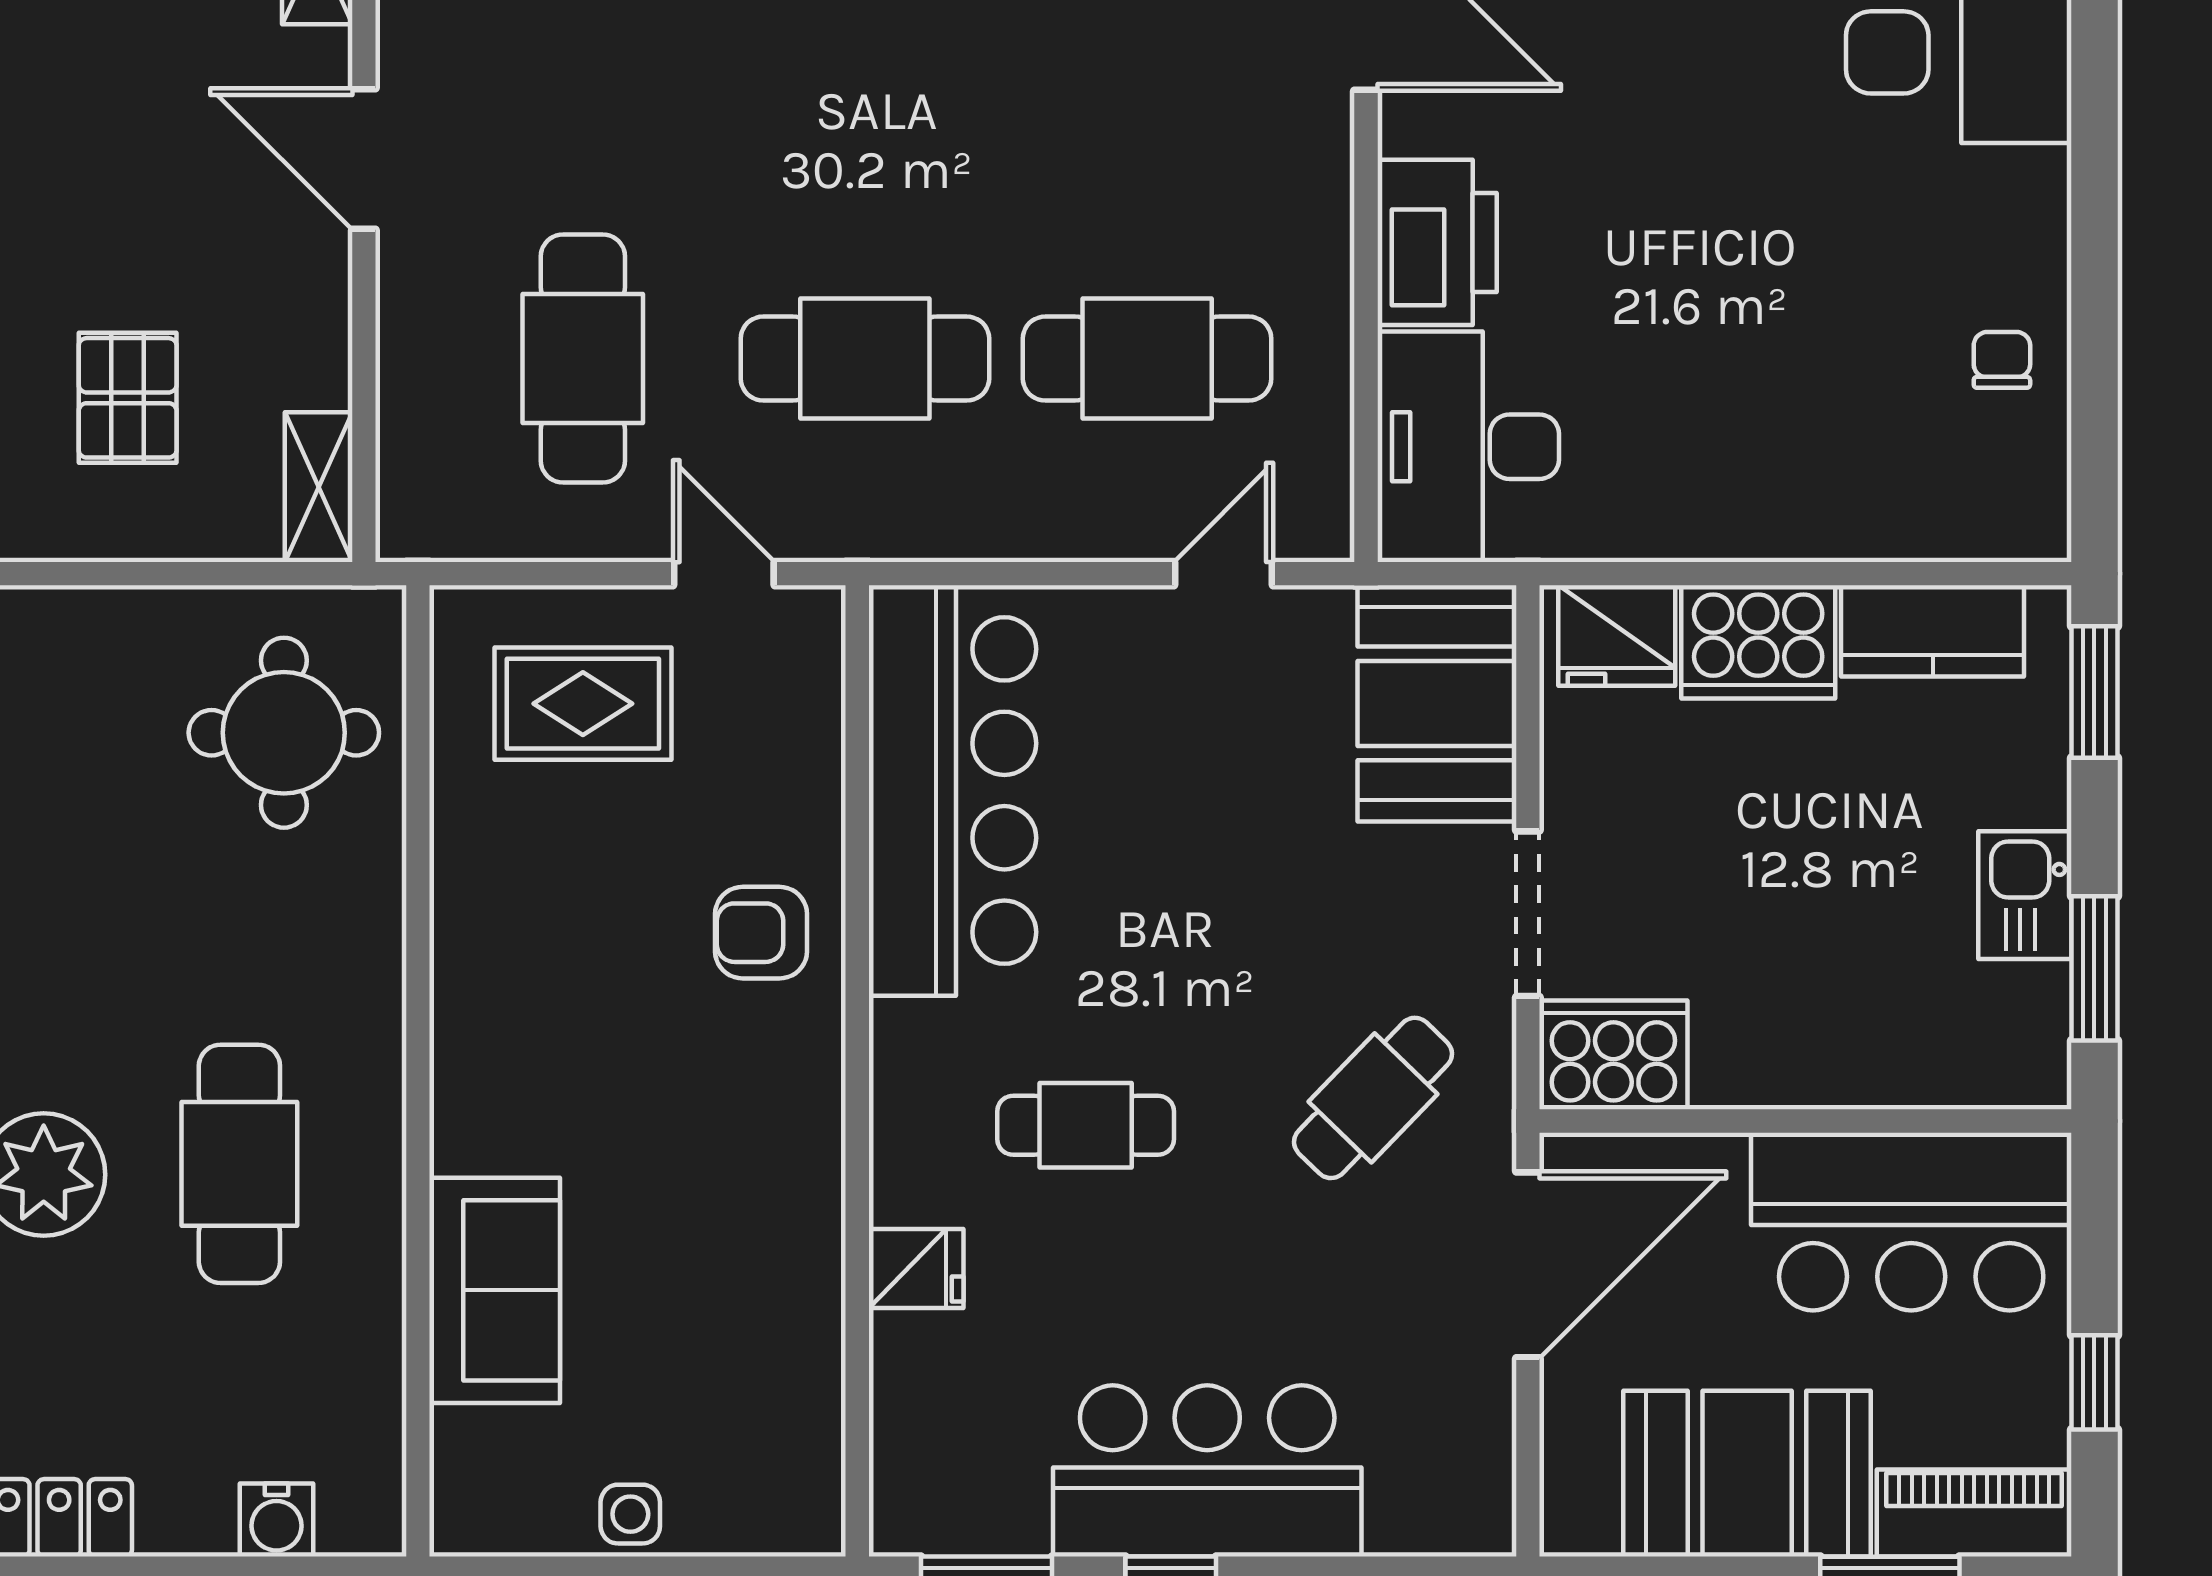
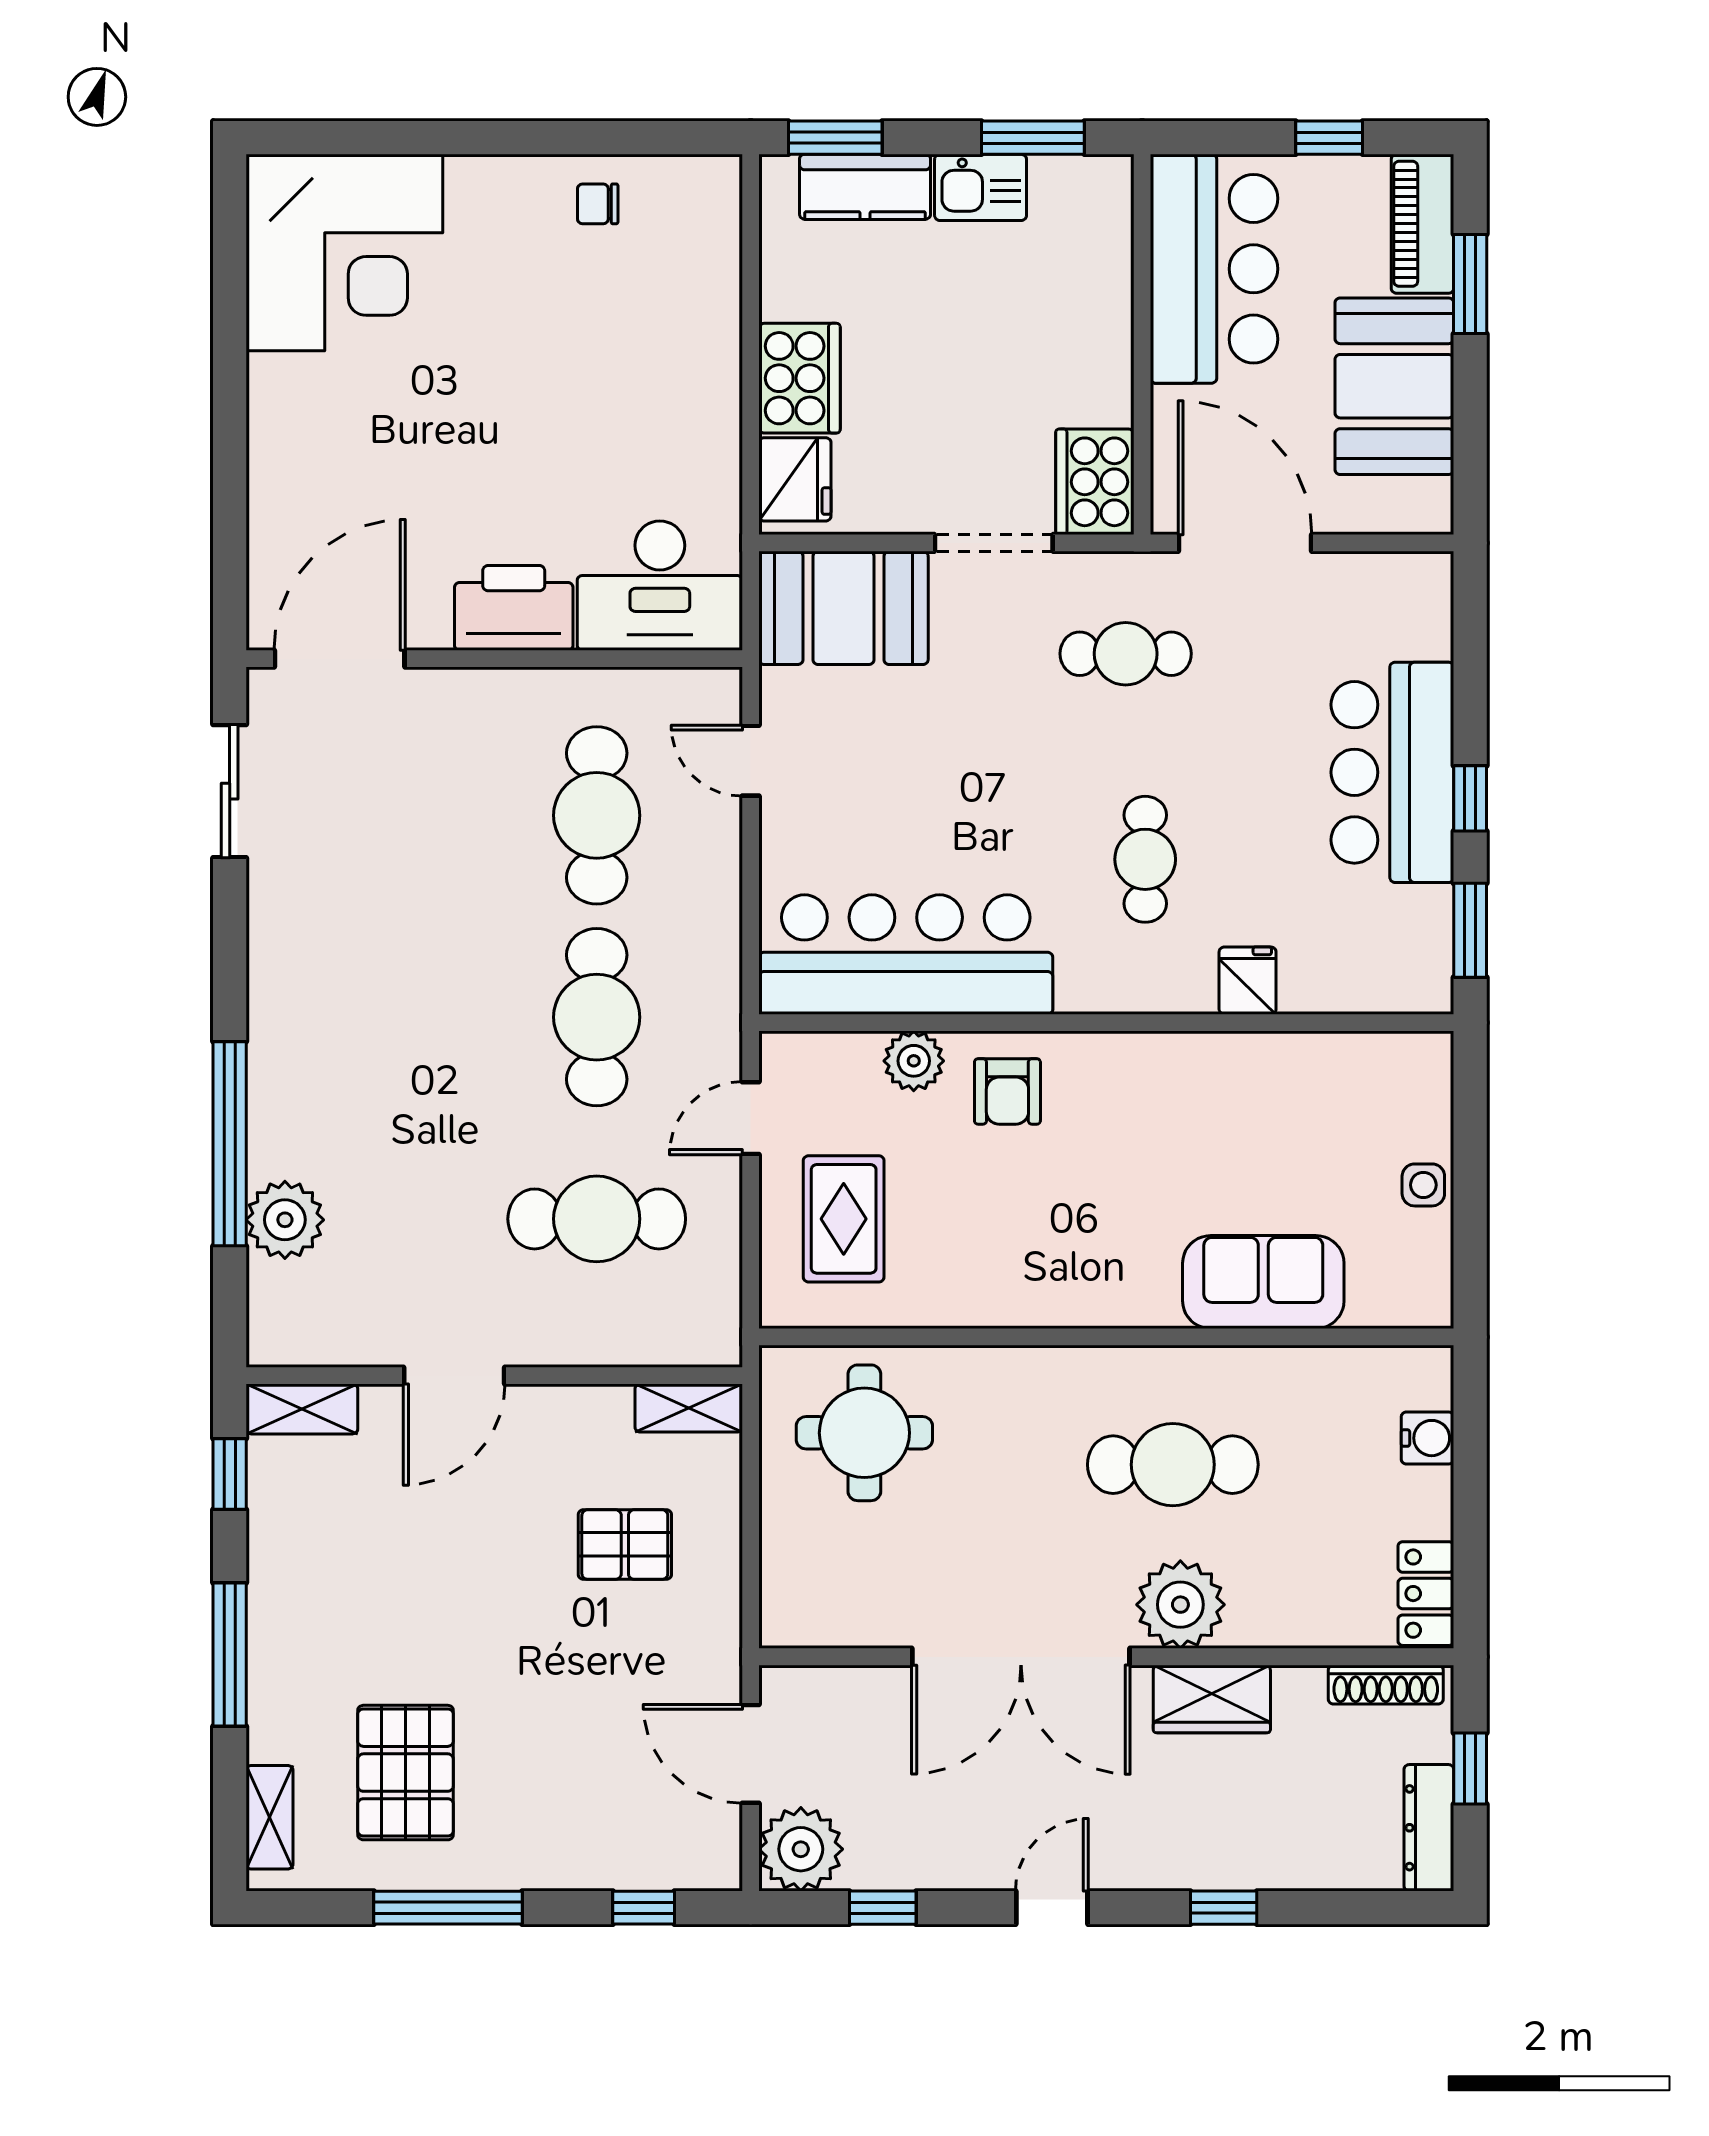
kitchen counter: (1933, 631) -> (865, 187), moved, turned 90
plant: (804, 802) -> (914, 1061), added
cafe table: (1373, 1098) -> (1126, 654), turned -44

